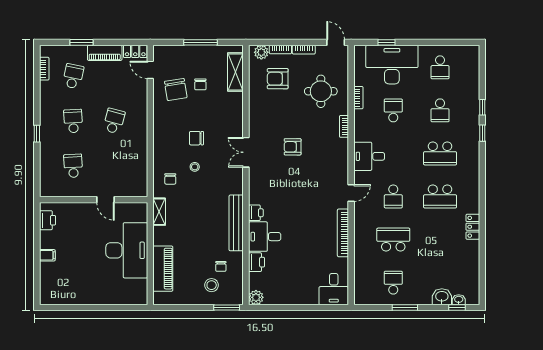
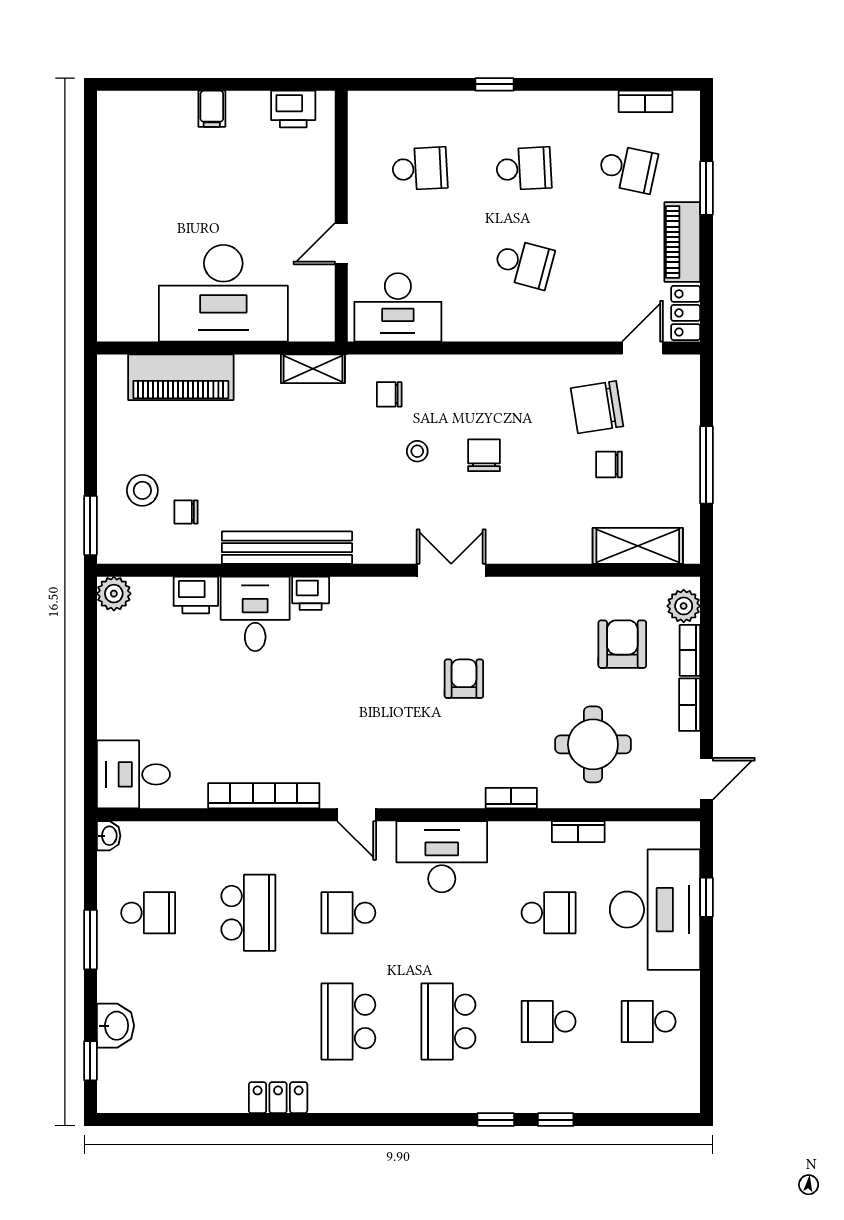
desk: (369, 156) -> (442, 857), width x1.37
desk: (133, 175) -> (398, 307), added
washbasin: (459, 300) -> (109, 836), moved

